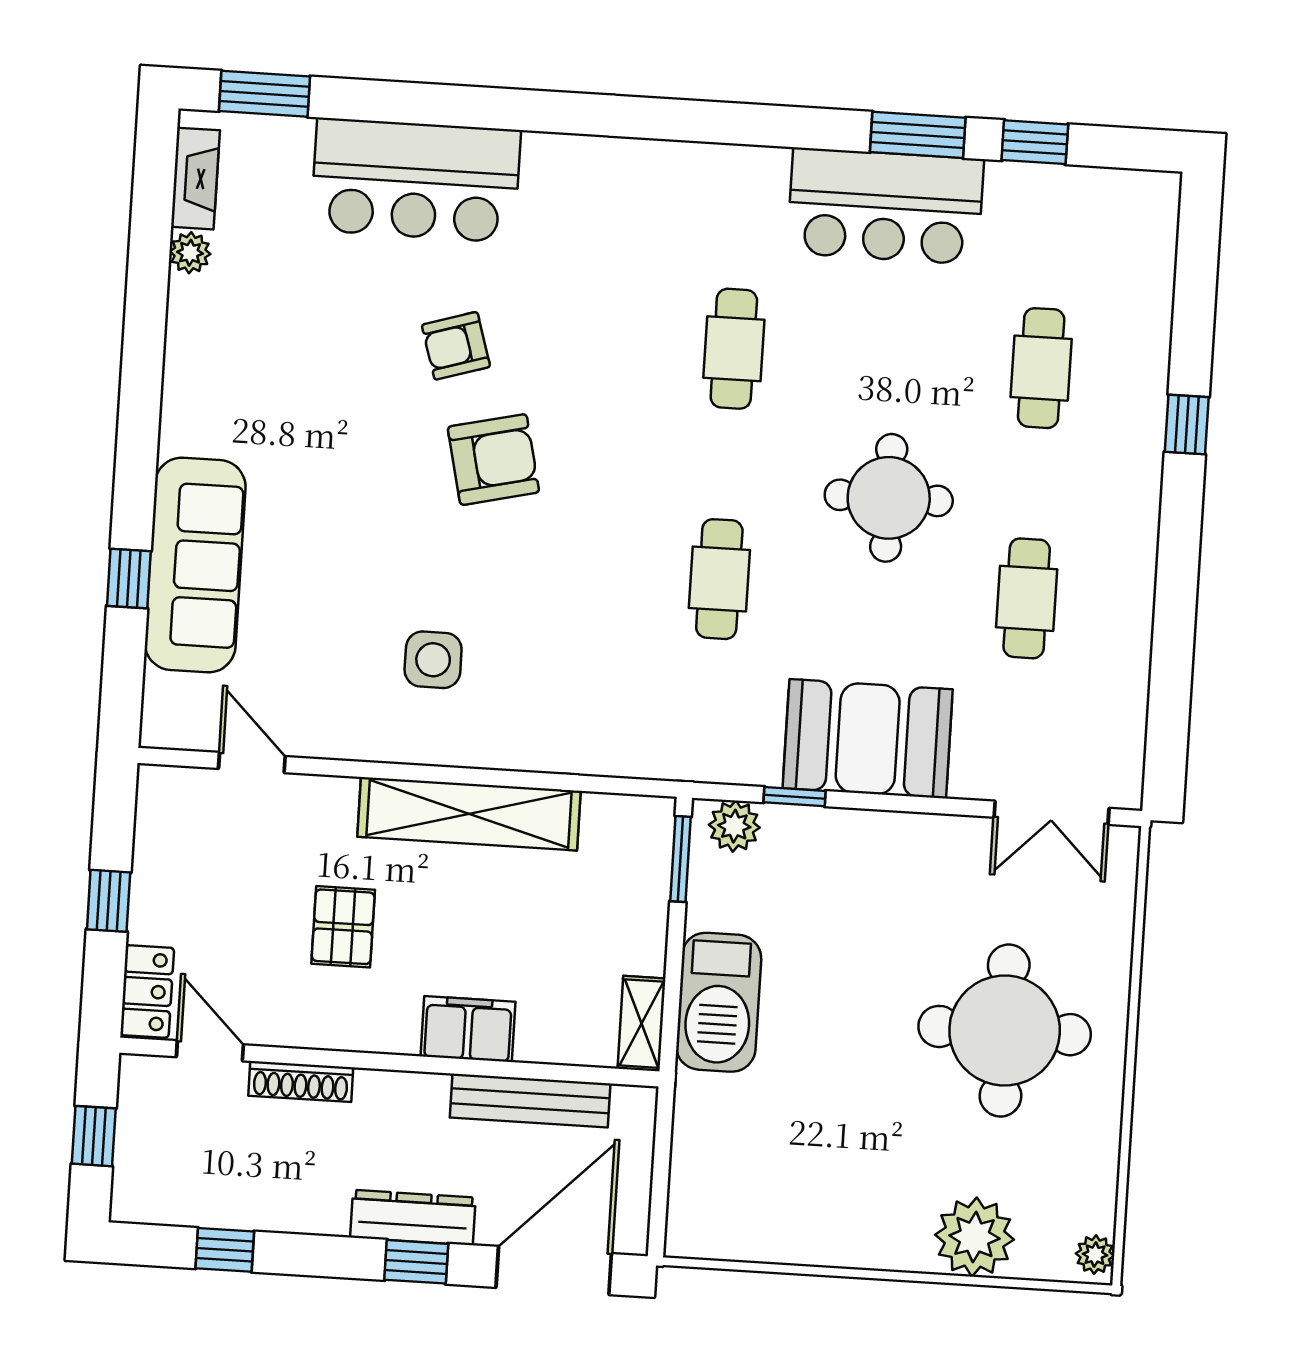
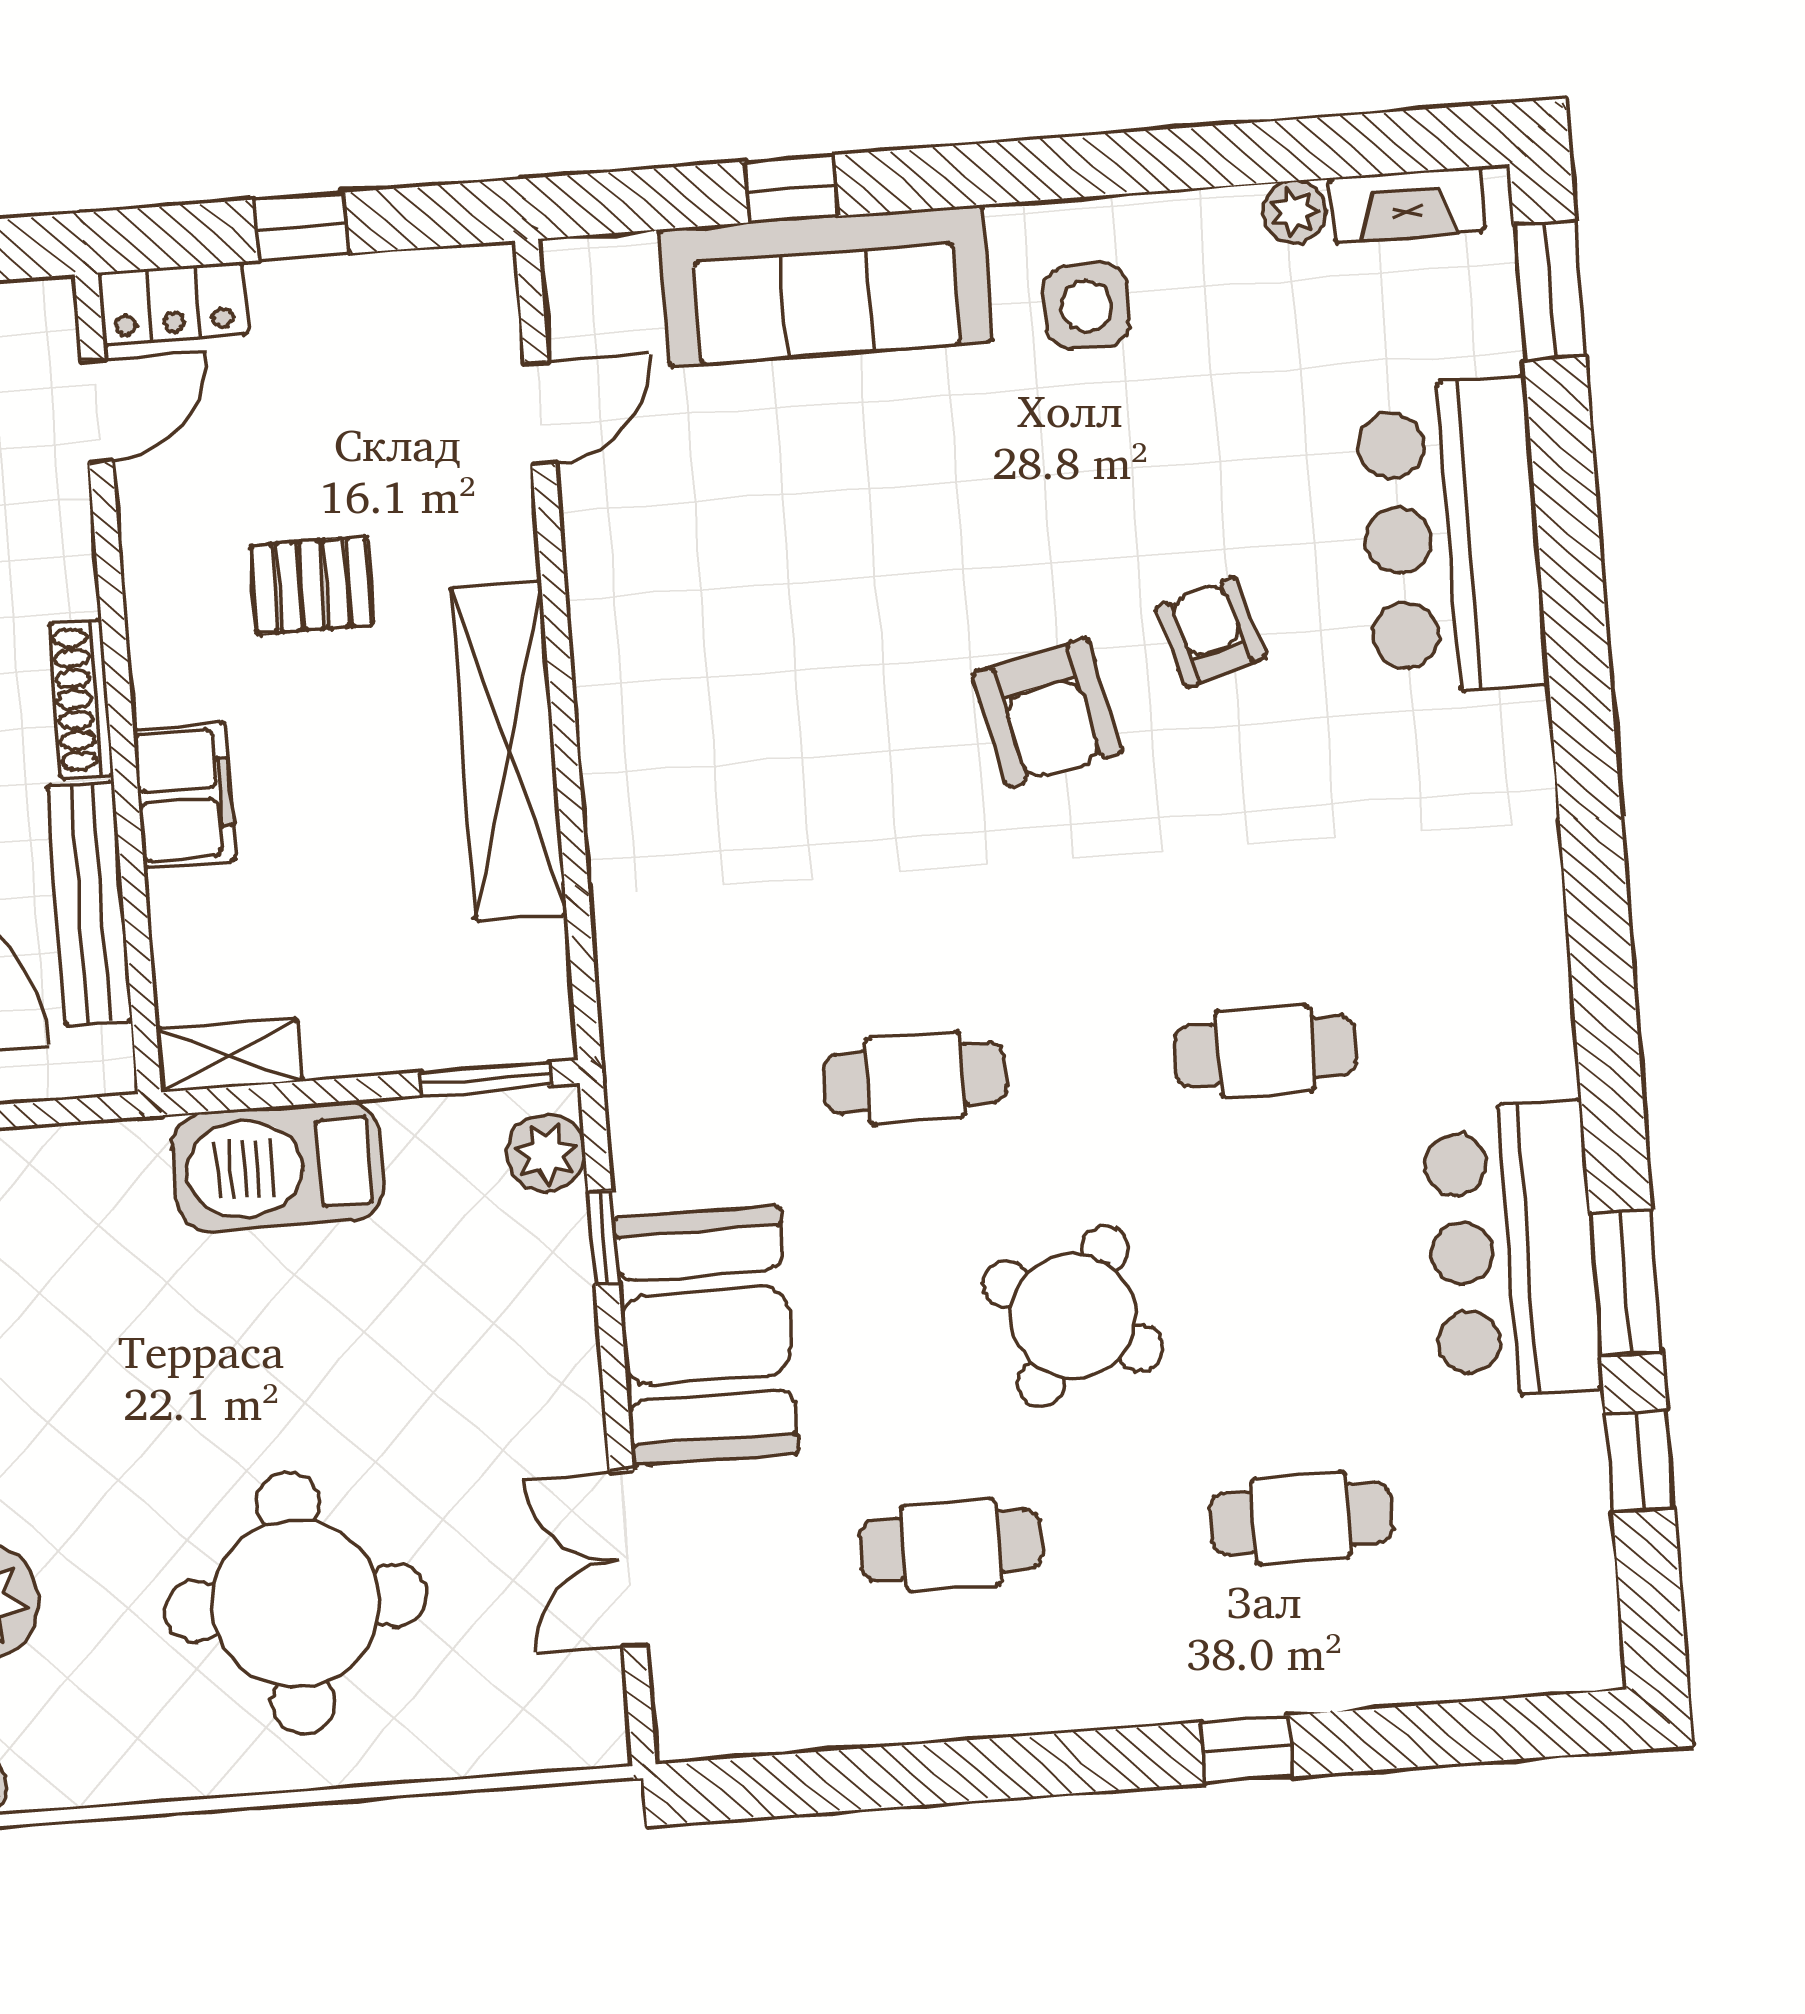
round table: (889, 498) -> (1073, 1316), turned 30
side table: (433, 660) -> (1087, 306), moved
double door: (1052, 813) -> (628, 1558), moved
shoe rack: (301, 1082) -> (81, 699), moved

